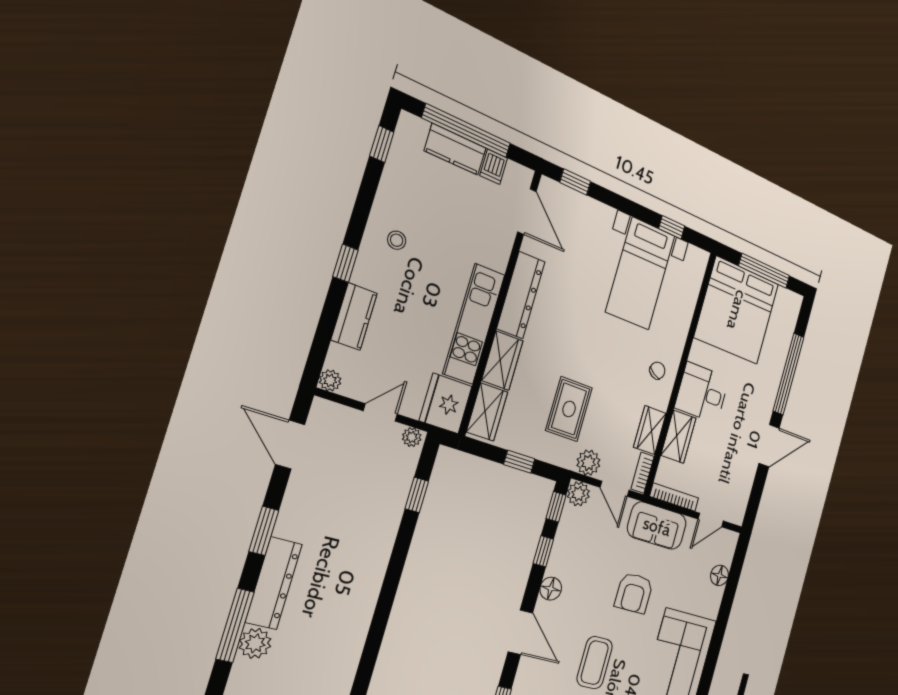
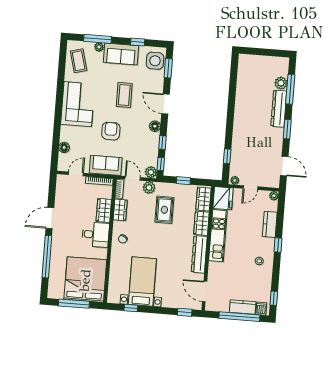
dishwasher: (494, 167) -> (261, 309), moved

